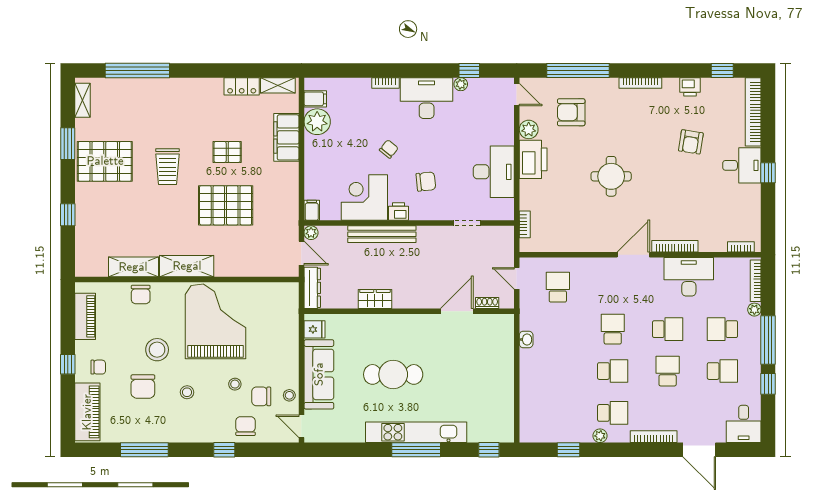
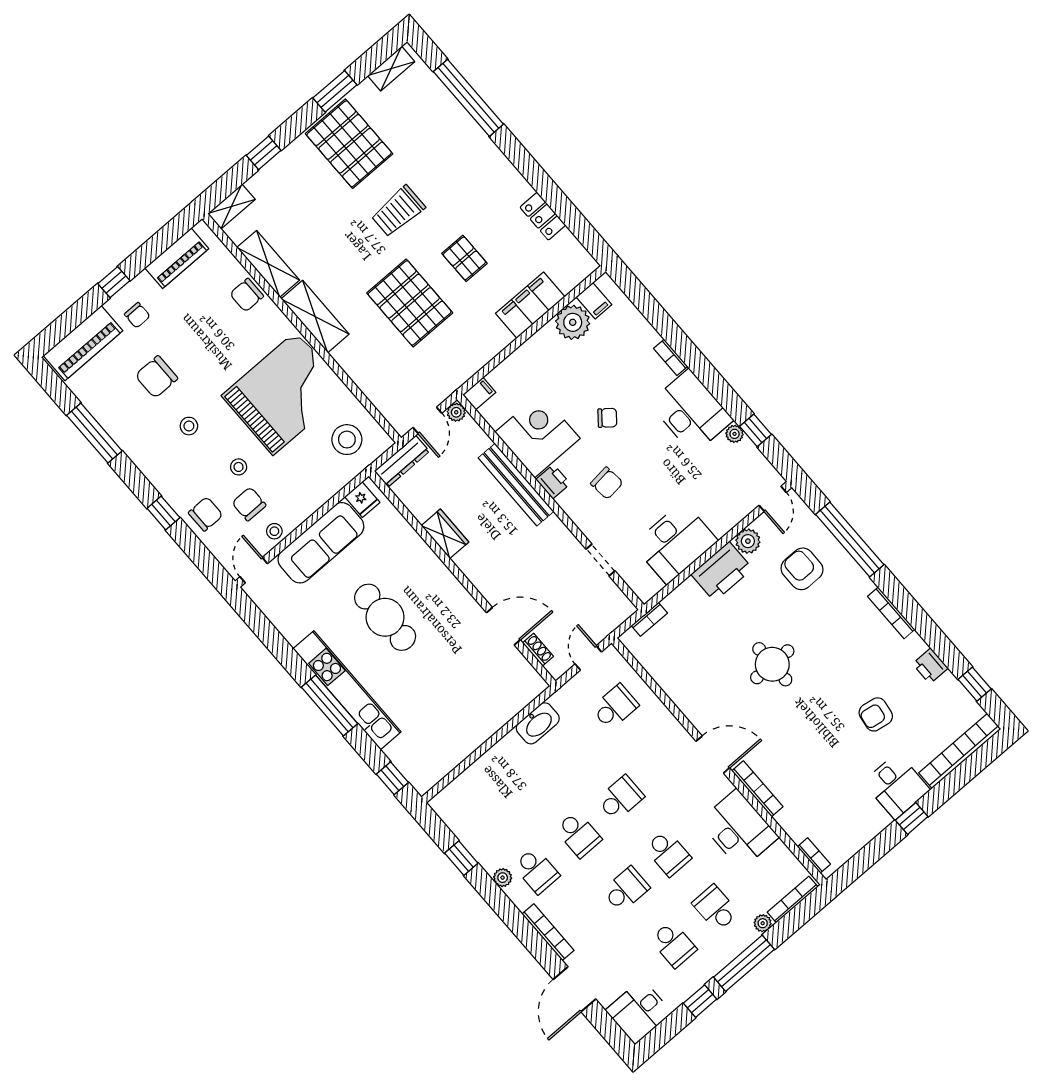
shelving: (278, 85) -> (231, 207), moved, turned 90
washbasin: (526, 340) -> (538, 723), width x1.91, depth x1.45
stool: (157, 350) -> (347, 440), moved

